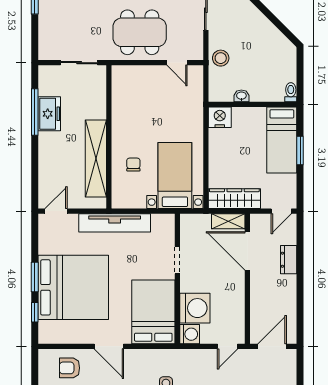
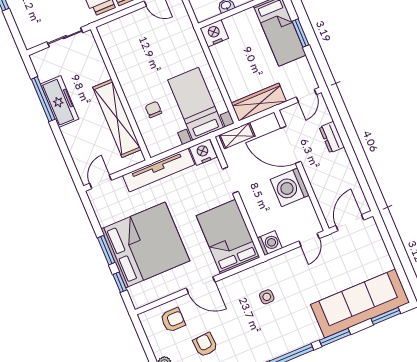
freezer: (49, 114) -> (60, 102), width x1.40
shelving: (228, 221) -> (237, 136), moved
nightstand: (163, 224) -> (203, 152), added
washing machine: (195, 308) -> (290, 187), moved, turned 180
armchair: (69, 368) -> (173, 320), turned 180

